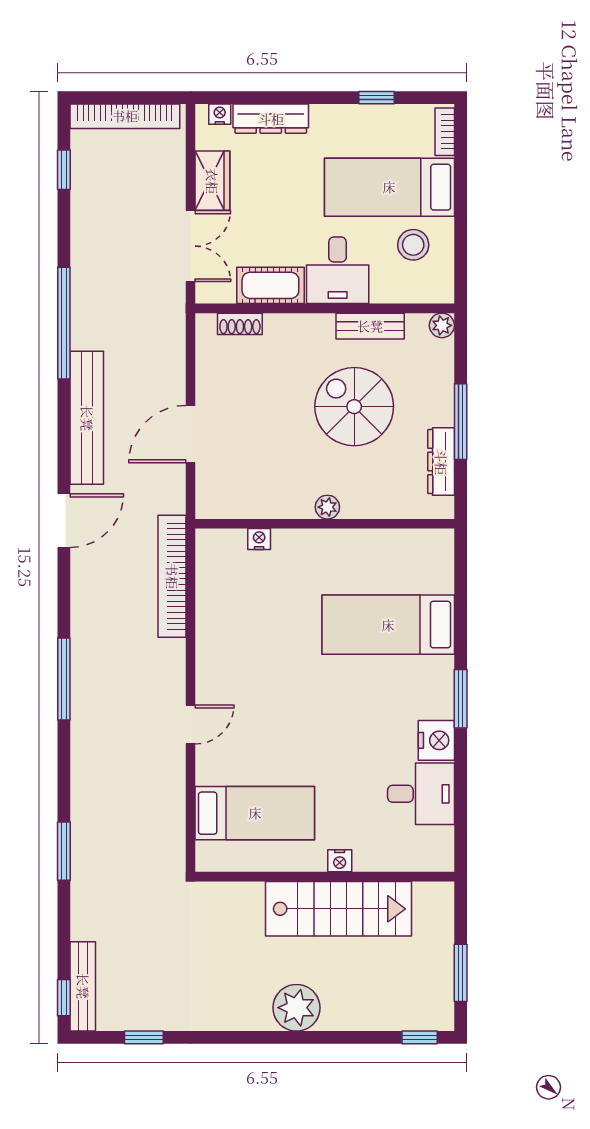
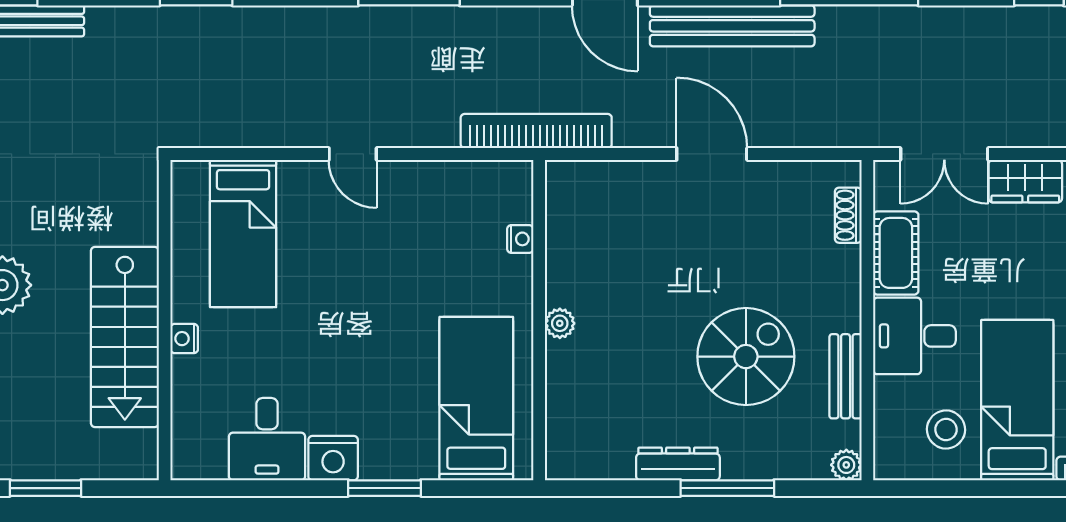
plant: (327, 507) -> (560, 323), moved
wall: (325, 524) -> (539, 320), moved
nightstand: (259, 539) -> (520, 239), moved

